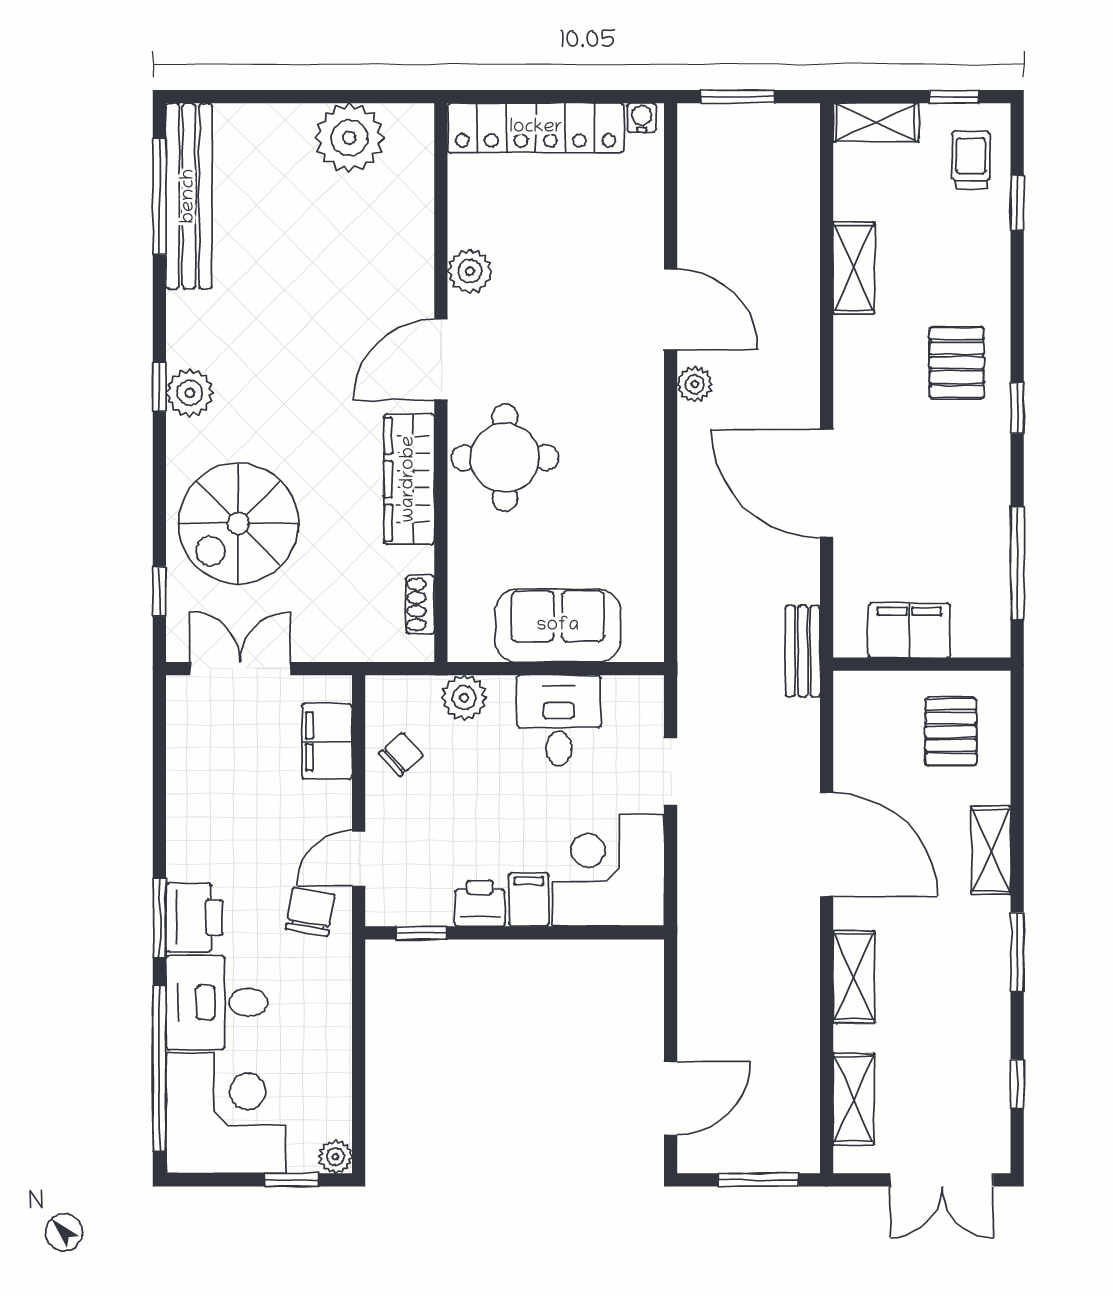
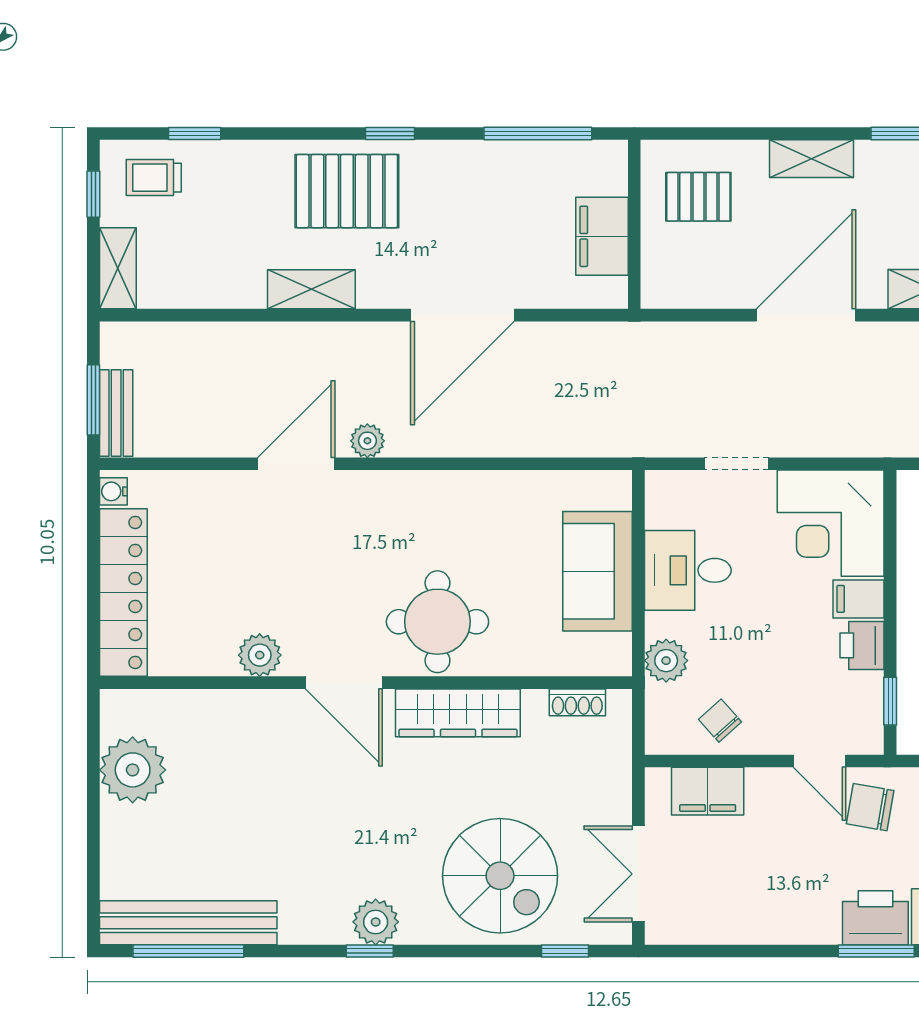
shelving: (854, 268) -> (311, 289), moved
pallet: (957, 363) -> (347, 191), width x1.50, depth x1.42
bench: (803, 651) -> (116, 413), moved, turned 90

